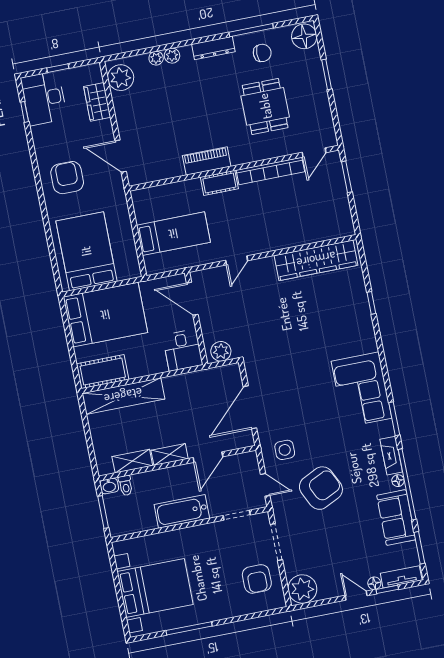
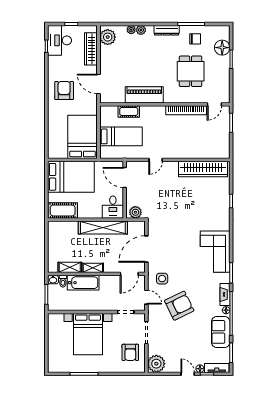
floor lamp: (304, 36) -> (222, 48), moved
wardrobe: (97, 102) -> (91, 49), width x1.50
piano: (207, 161) -> (144, 95), width x1.37, depth x1.33
cot: (219, 183) -> (129, 112), moved
bed: (86, 251) -> (83, 137), moved
shelving: (123, 396) -> (103, 228), moved
door: (208, 457) -> (129, 274), moved
bathtub: (182, 511) -> (83, 283), moved, turned 180
bed with nightstands: (155, 588) -> (88, 334), moved, turned 90

